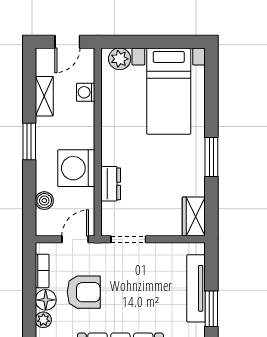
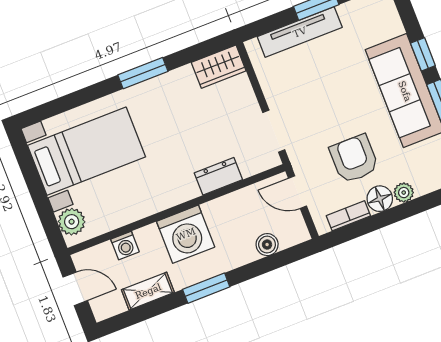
washing machine: (76, 168) -> (186, 234), moved

